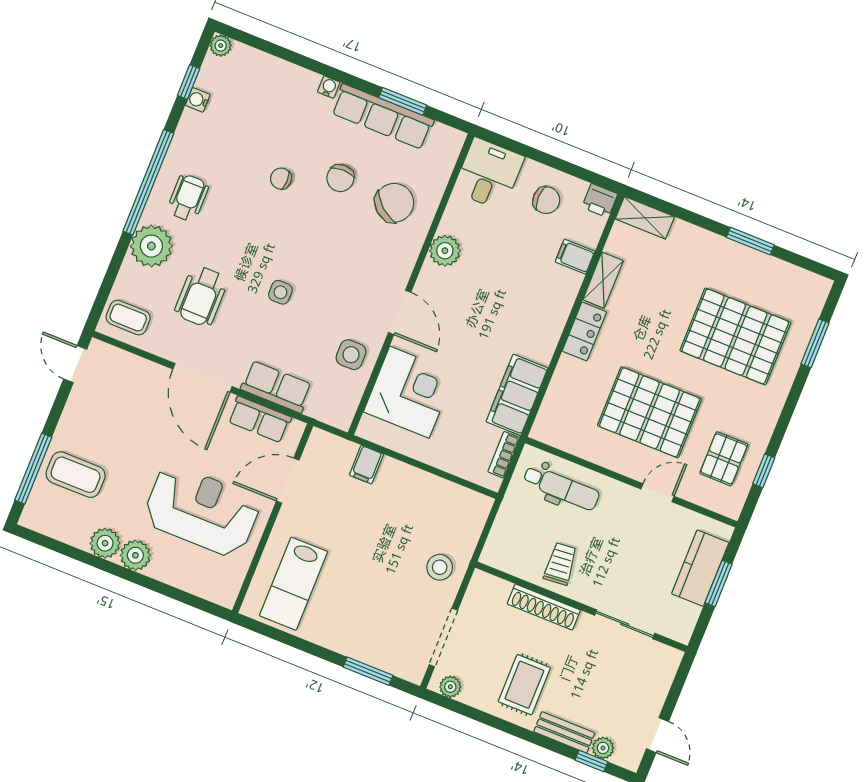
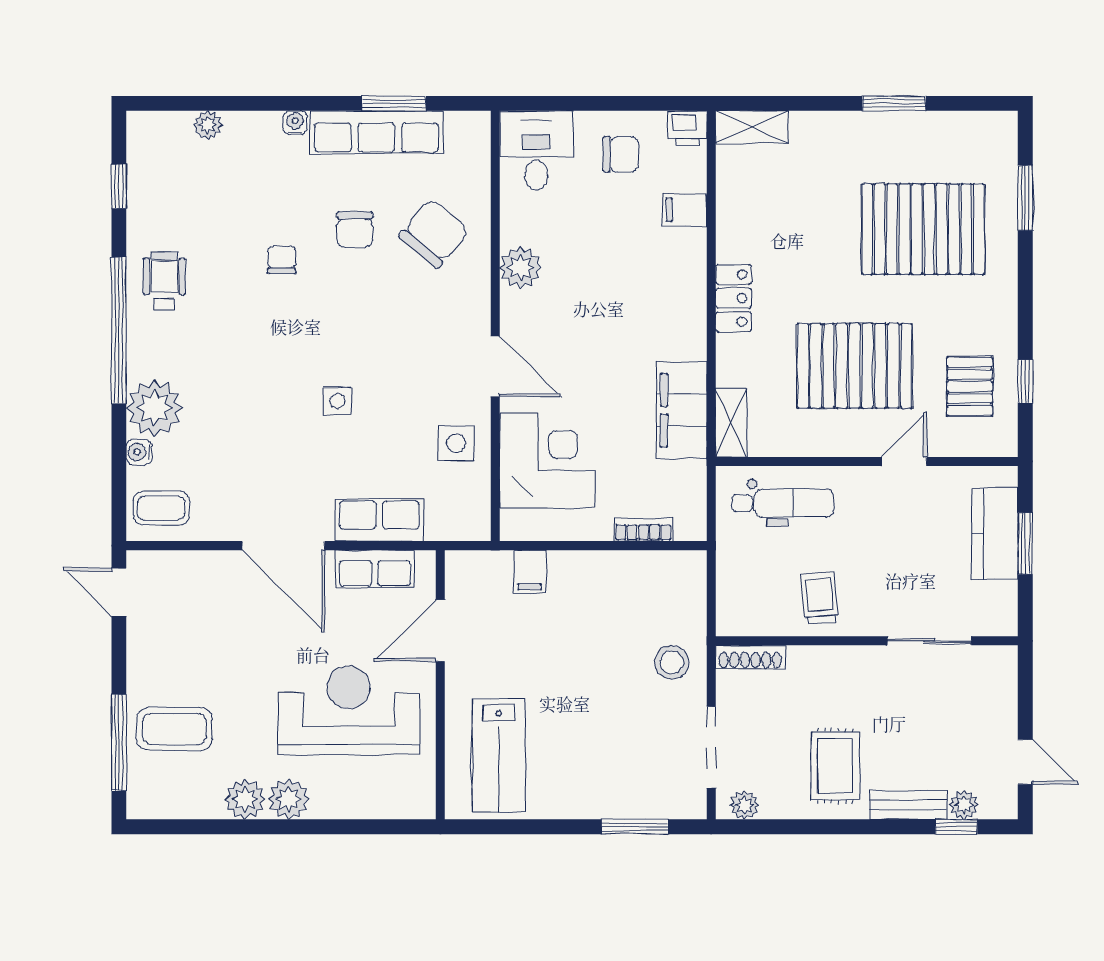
plant: (221, 46) -> (208, 125), moved
water cooler: (198, 100) -> (139, 452), moved
chair: (281, 179) -> (281, 260), turned 90
wheelchair: (188, 198) -> (164, 281), moved
shelving: (603, 280) -> (731, 423), moved
wheelchair: (201, 296) -> (241, 445), removed
bookcase: (504, 455) -> (643, 530), moved, turned 90
shoe rack: (544, 607) -> (750, 657), moved, width x0.74, depth x0.81

